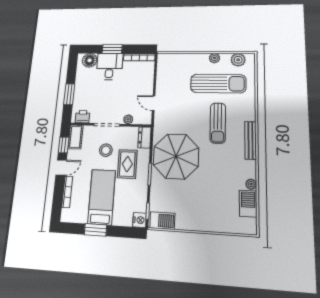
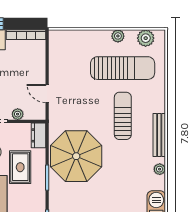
sun lounger: (218, 123) -> (123, 116), turned 180
plant: (251, 184) -> (160, 169), moved

